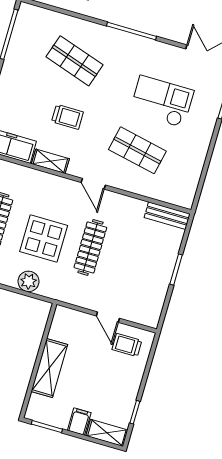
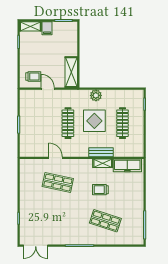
checkout: (162, 101) -> (52, 212), removed
door: (93, 184) -> (56, 158), moved
bench: (167, 216) -> (101, 152), moved
shelving: (49, 368) -> (71, 72), moved

